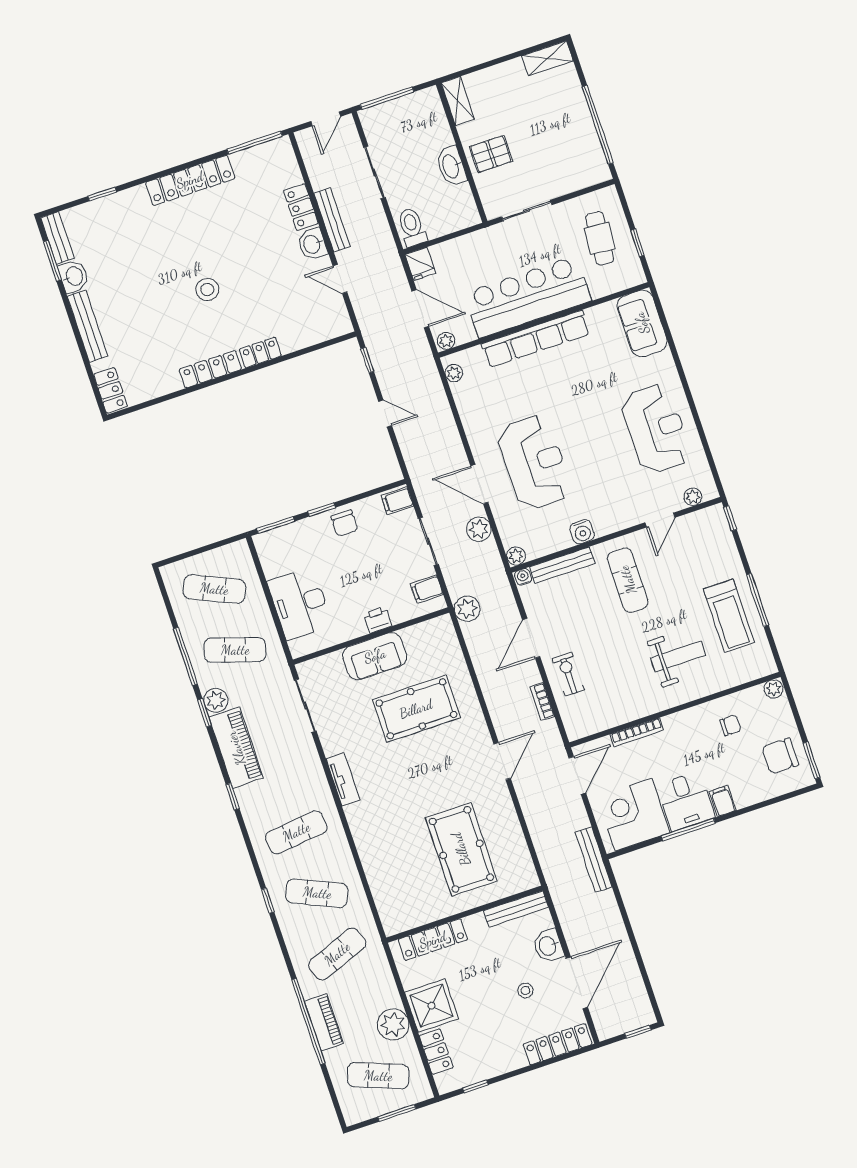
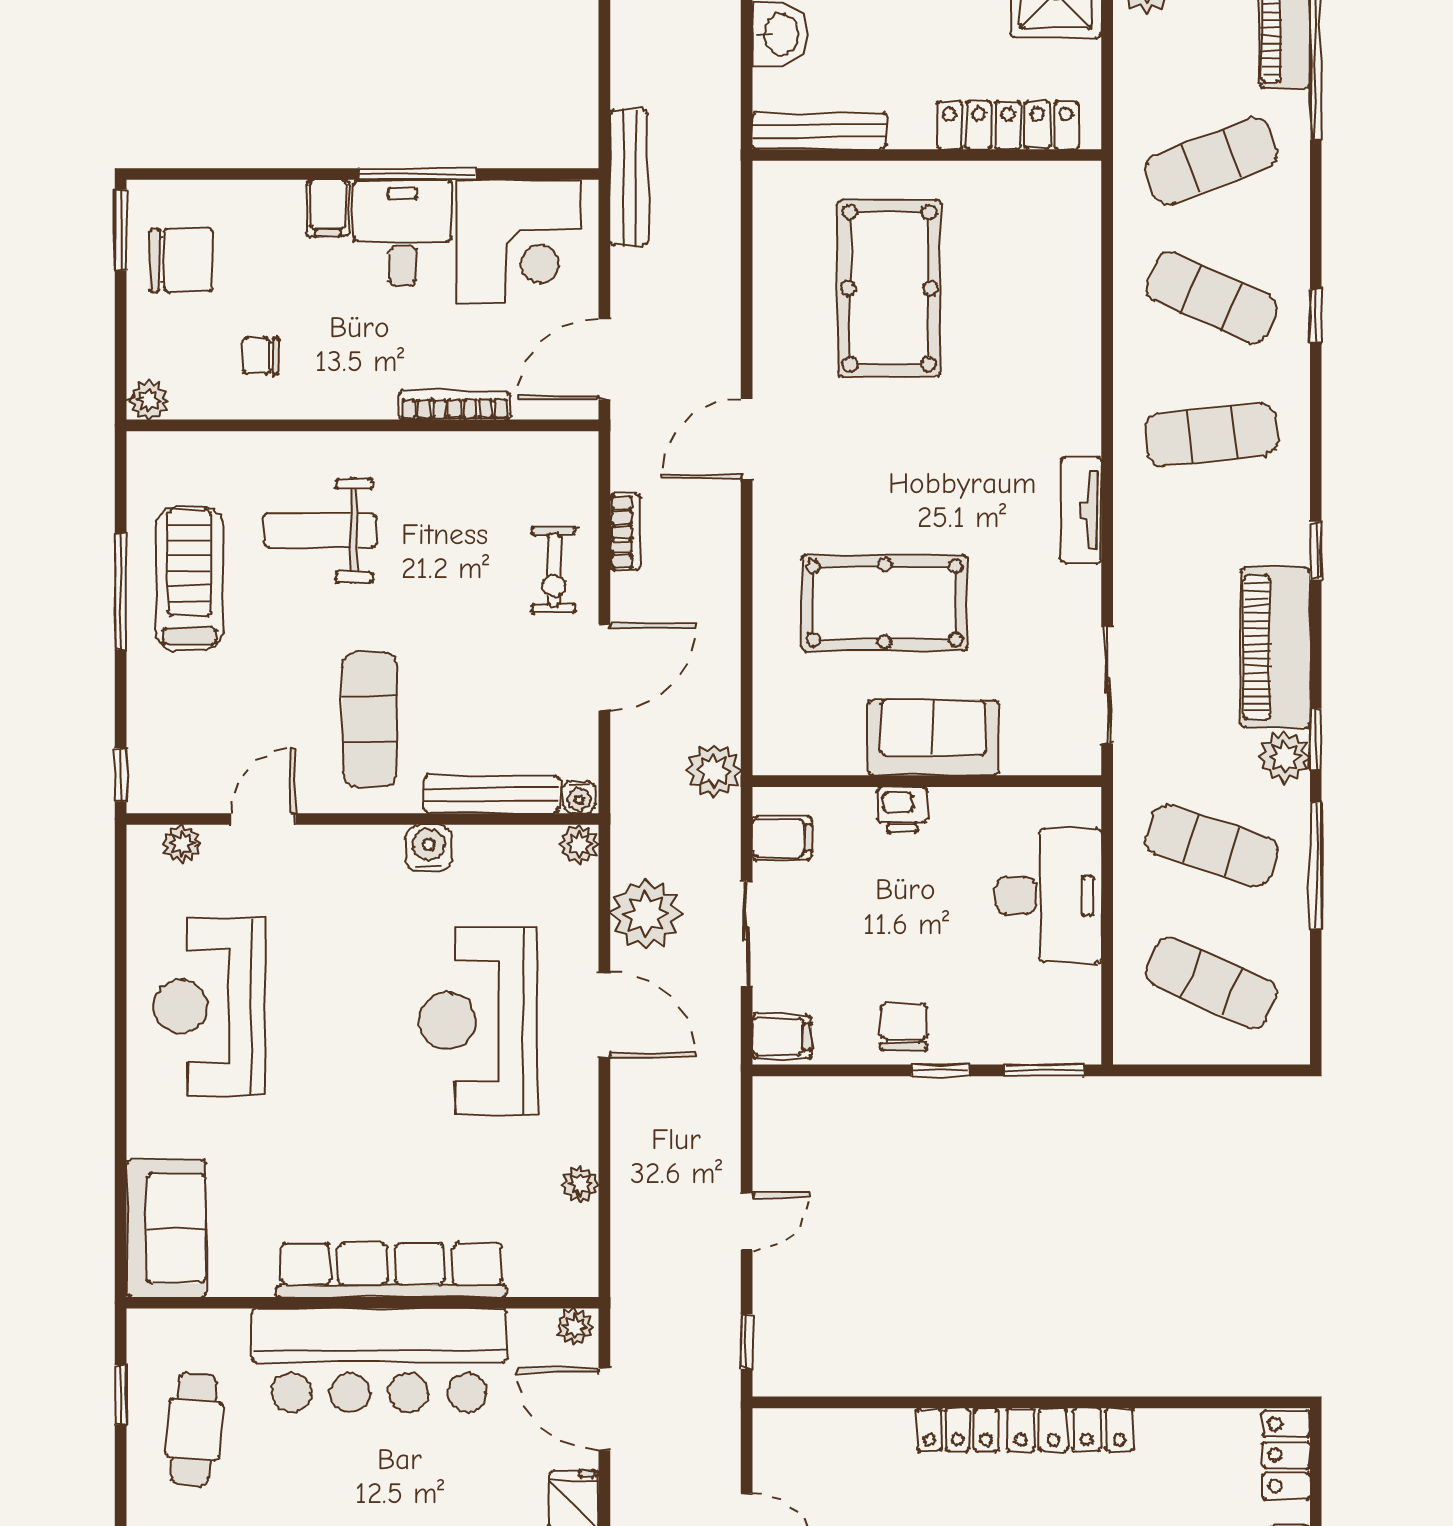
plant: (454, 373) -> (580, 1184), moved
door: (385, 413) -> (747, 1221), swing flipped
plant: (479, 529) -> (646, 914), width x1.36, depth x1.36

